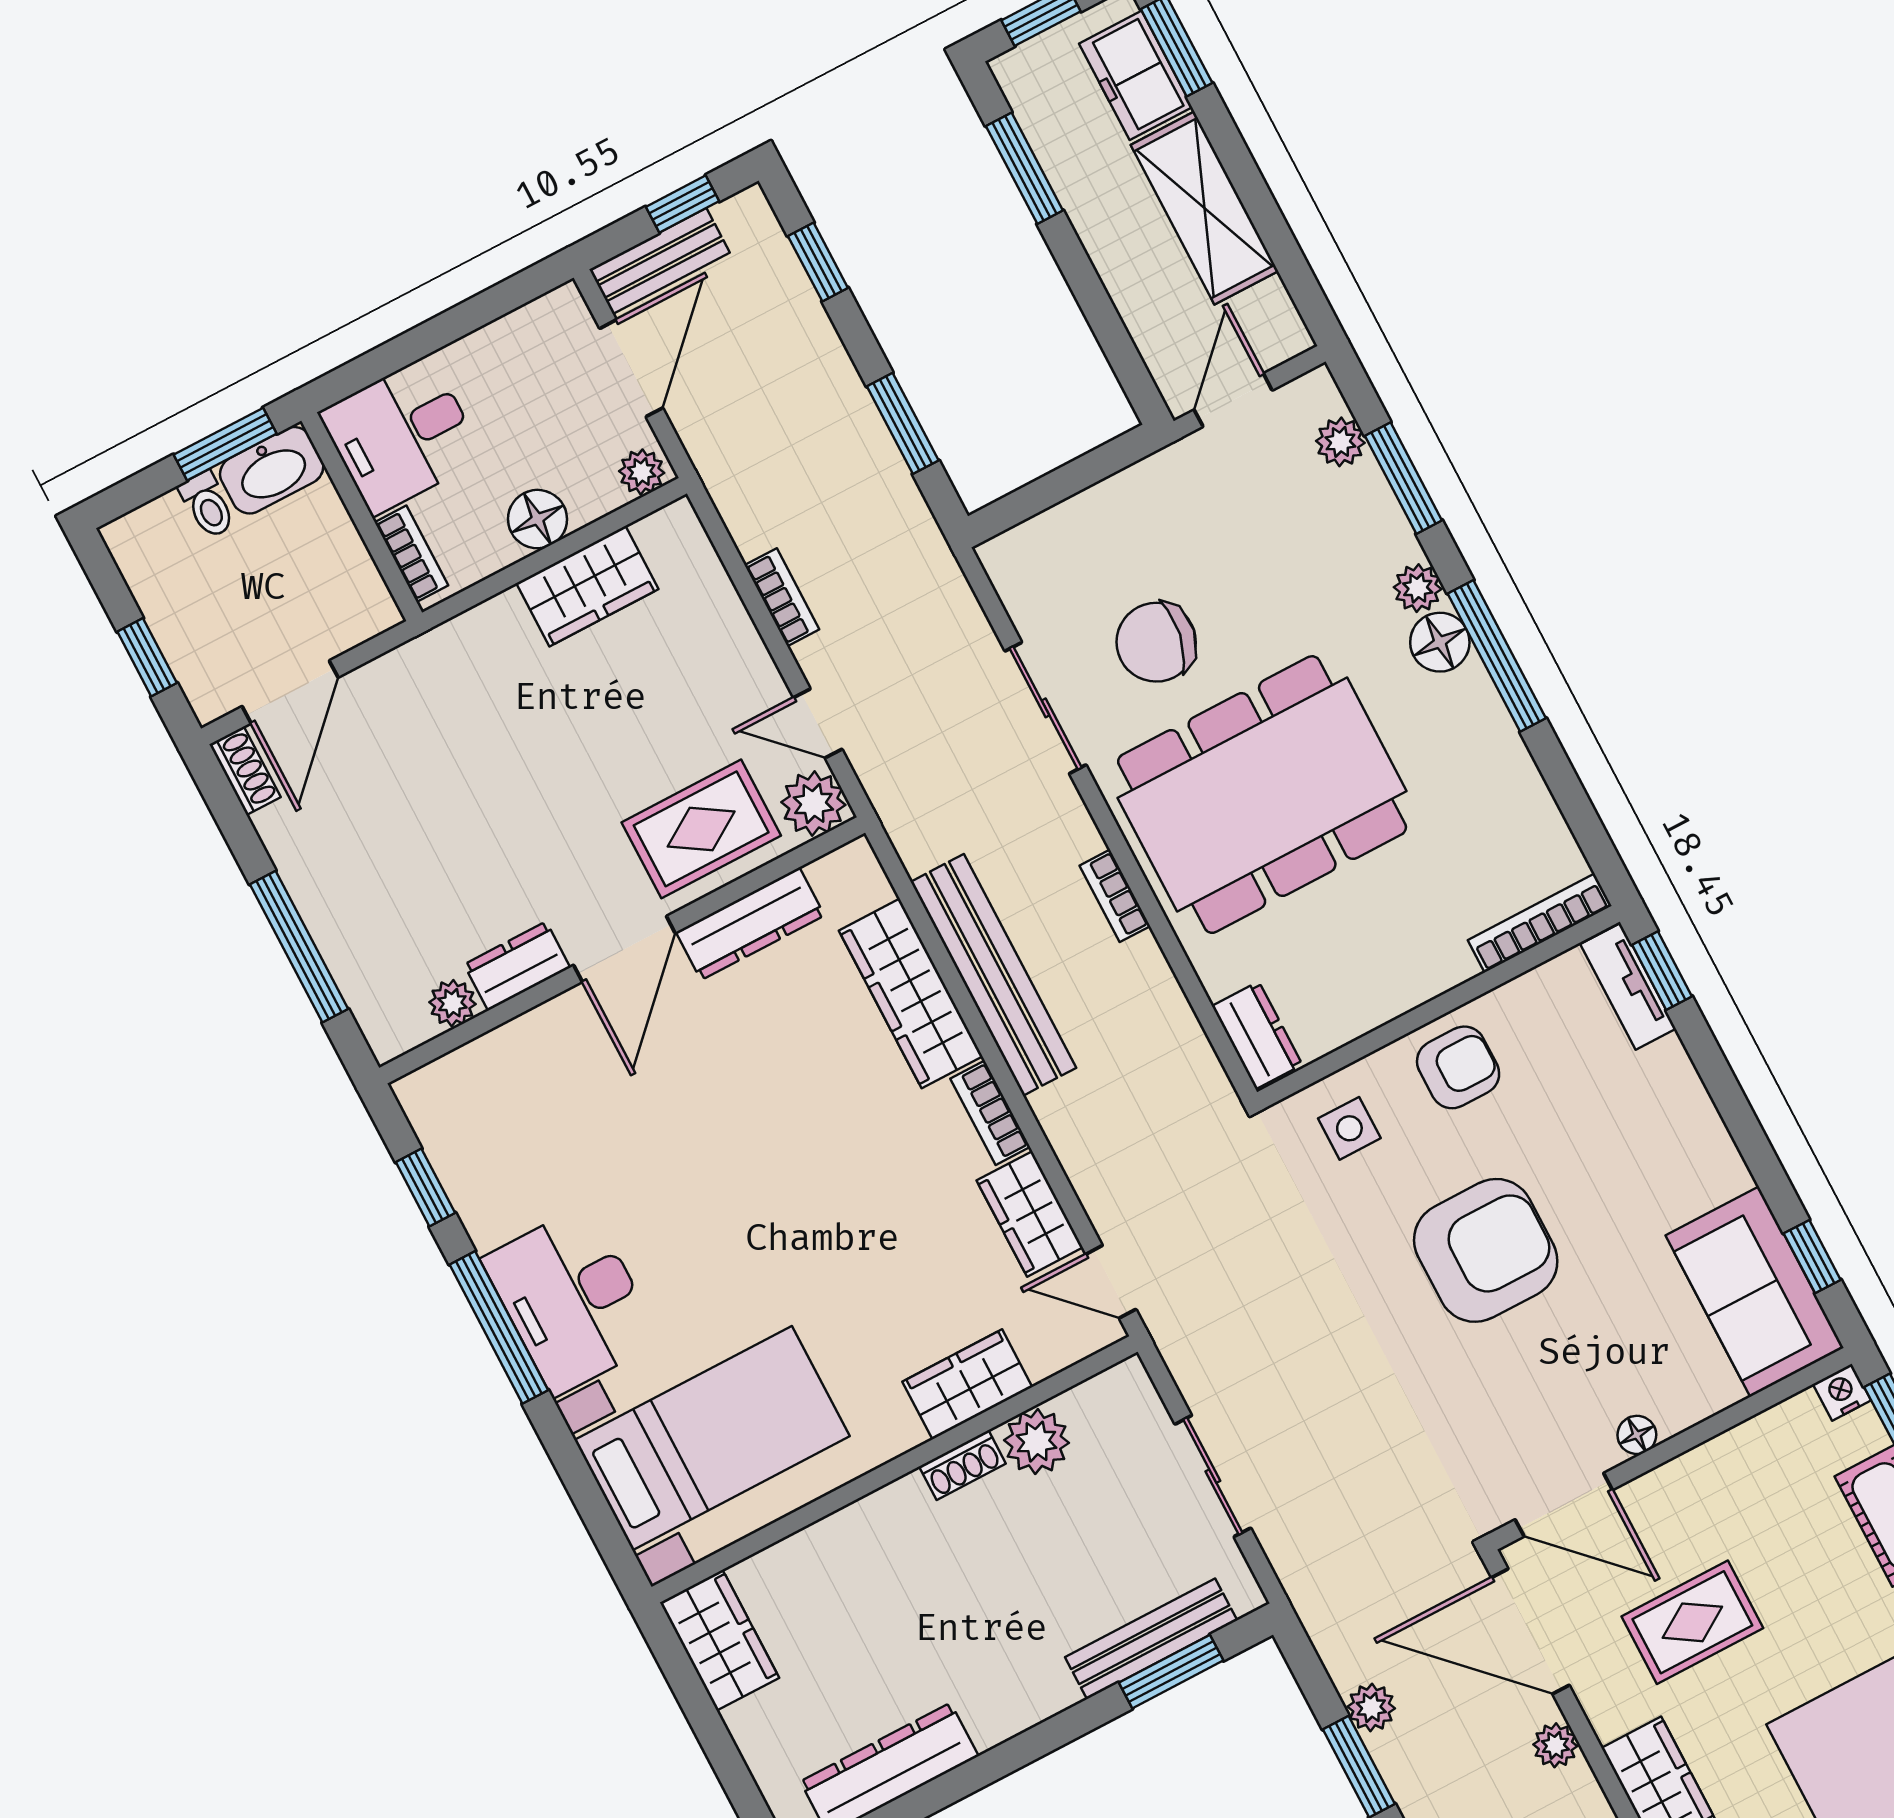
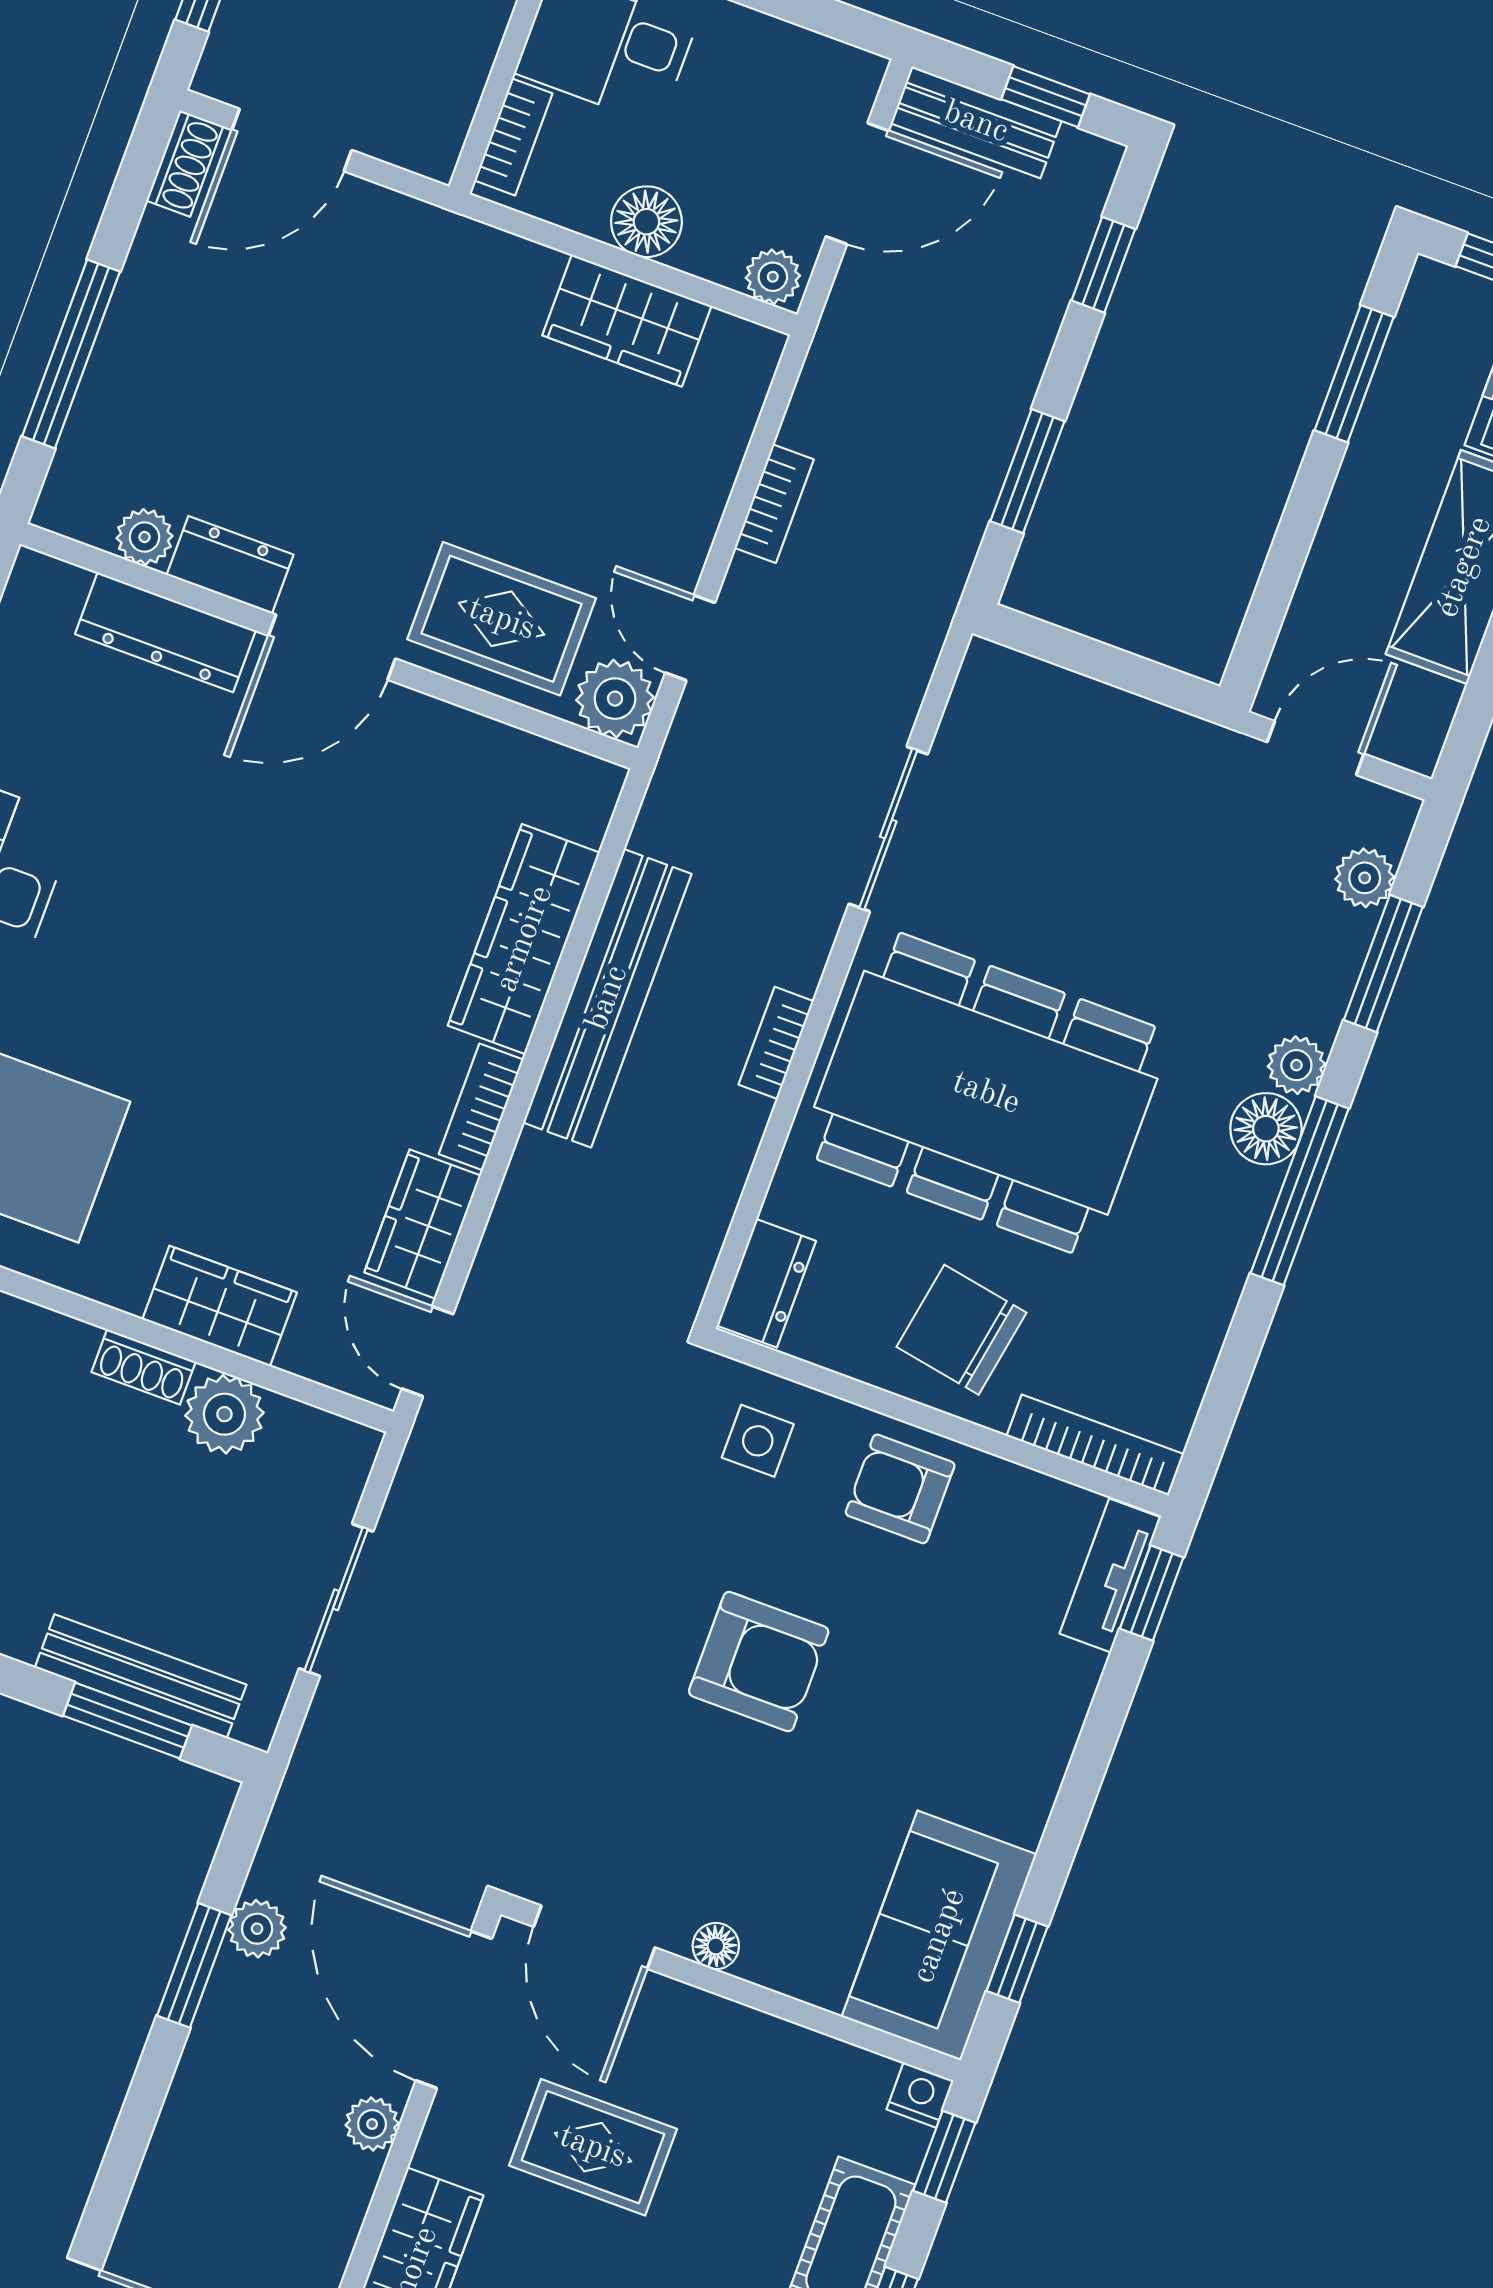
chair: (1156, 642) -> (961, 1330), moved
dresser: (750, 924) -> (165, 632), moved
armchair: (1458, 1067) -> (900, 1489), turned 180
armchair: (1486, 1250) -> (759, 1662), width x0.73, depth x0.73

